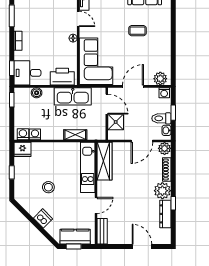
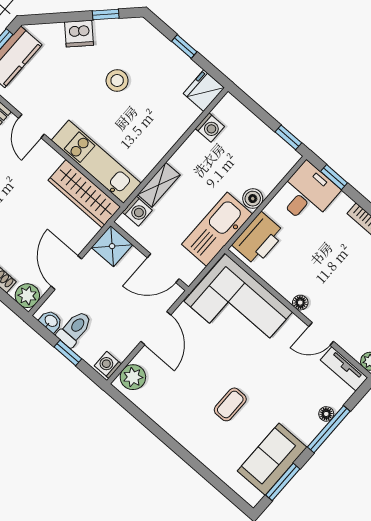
boiler: (37, 93) -> (253, 199), moved
shower: (116, 122) -> (112, 246), moved
washing machine: (23, 134) -> (137, 211), moved
window: (26, 214) -> (106, 15), added

